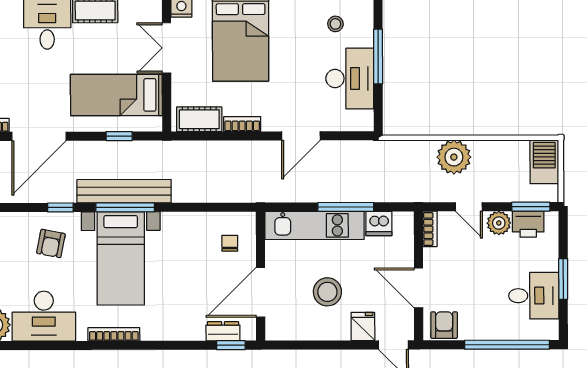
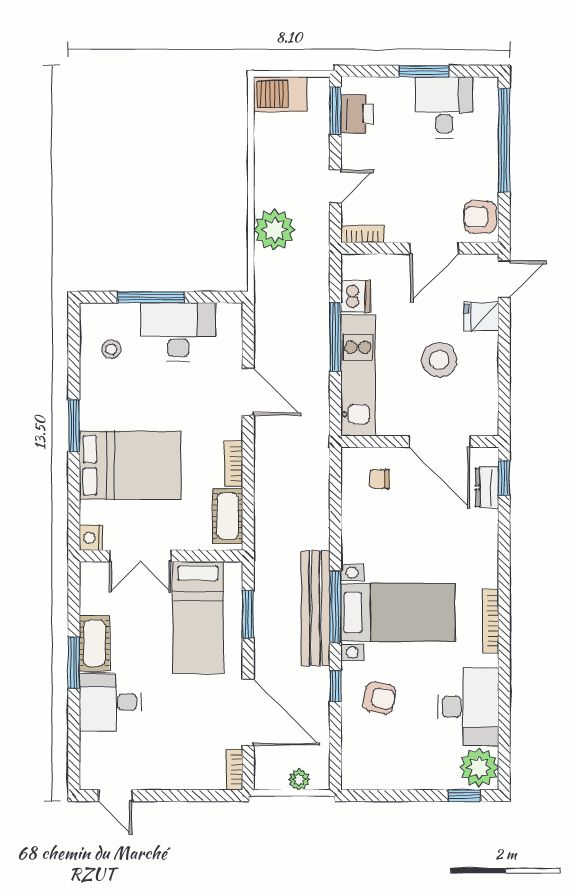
window: (119, 136) -> (248, 614), width x1.50
plant: (454, 157) -> (275, 230), moved
plant: (499, 223) -> (355, 150), removed

